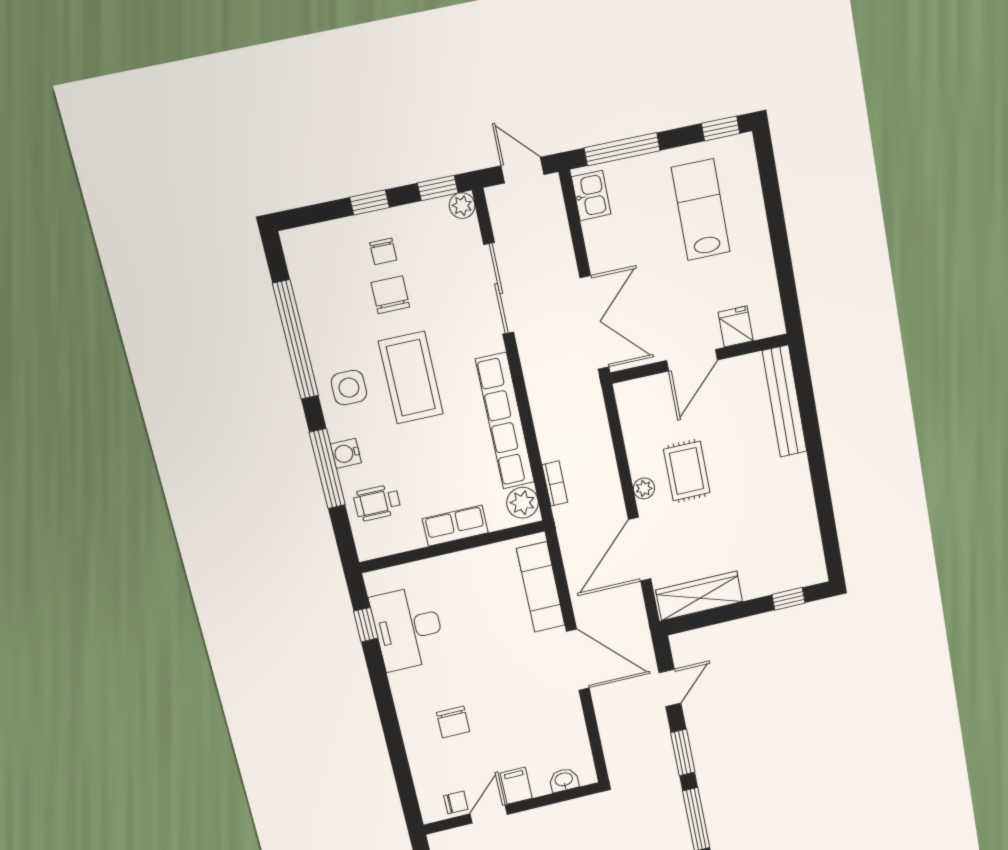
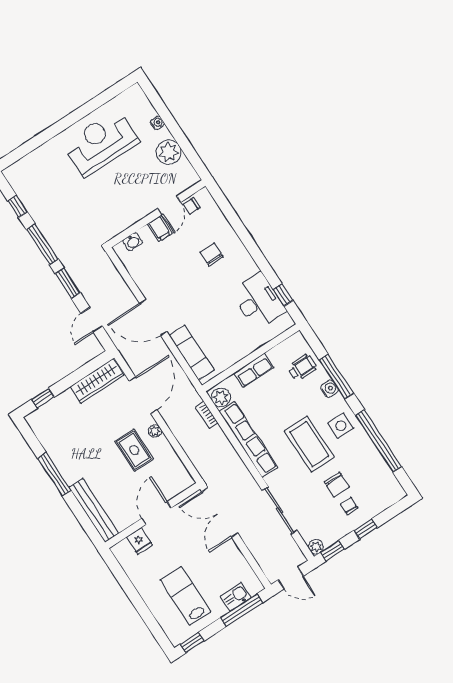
kitchen sink: (591, 196) -> (236, 597), moved, turned 90
lab bench: (701, 210) -> (185, 596), turned 180
window: (820, 480) -> (54, 474), added

